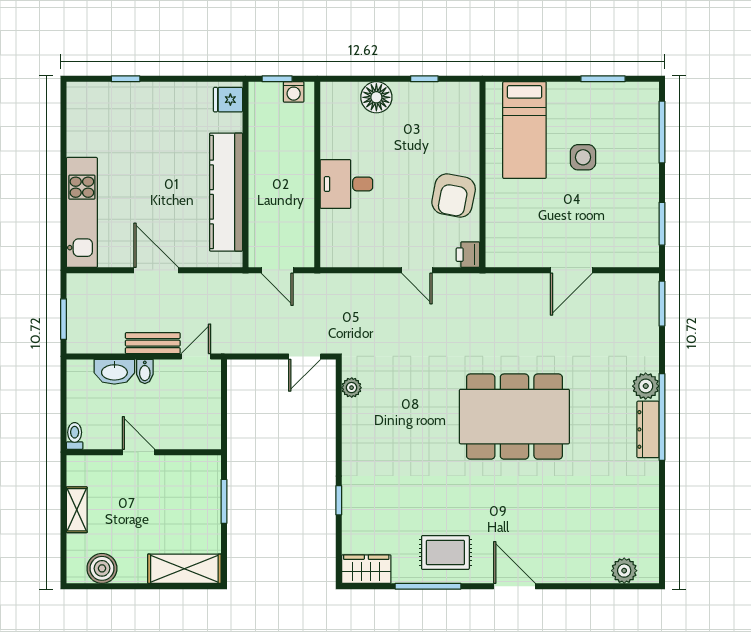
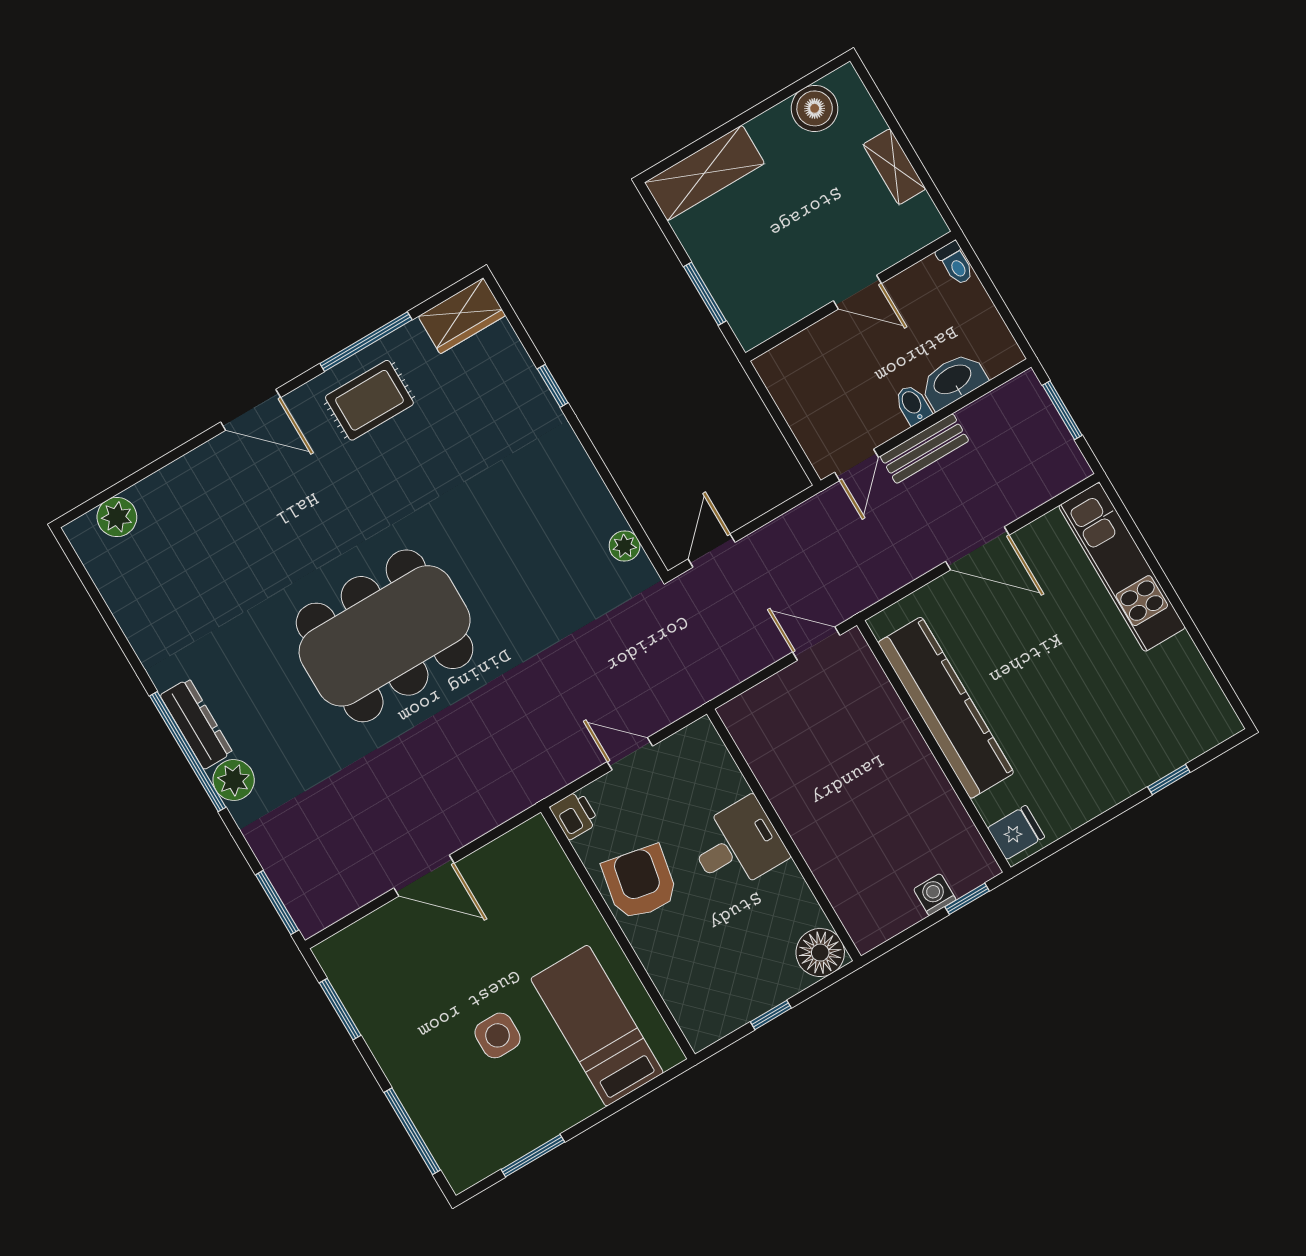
wall: (317, 175) -> (784, 835), moved
desk: (346, 184) -> (738, 845), moved
door: (571, 270) -> (424, 876), swing flipped

